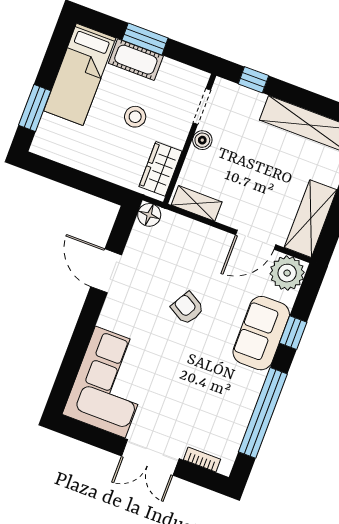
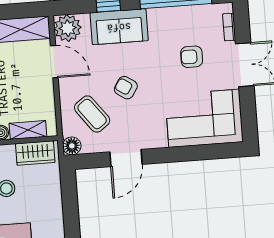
shelving: (197, 203) -> (28, 130), moved, turned 90
coffee table: (175, 255) -> (92, 114), added
armchair: (187, 308) -> (126, 88), turned 93
armchair: (188, 401) -> (192, 57), added

